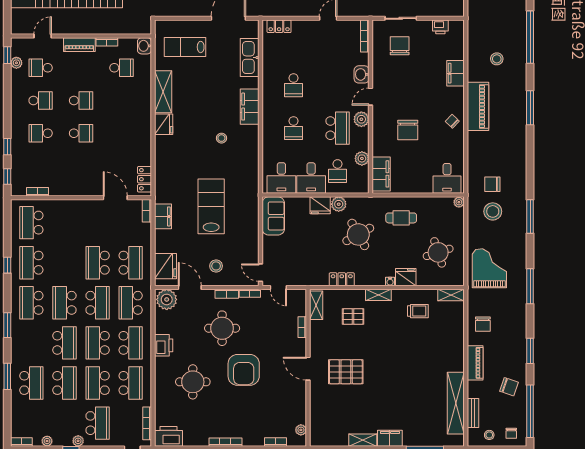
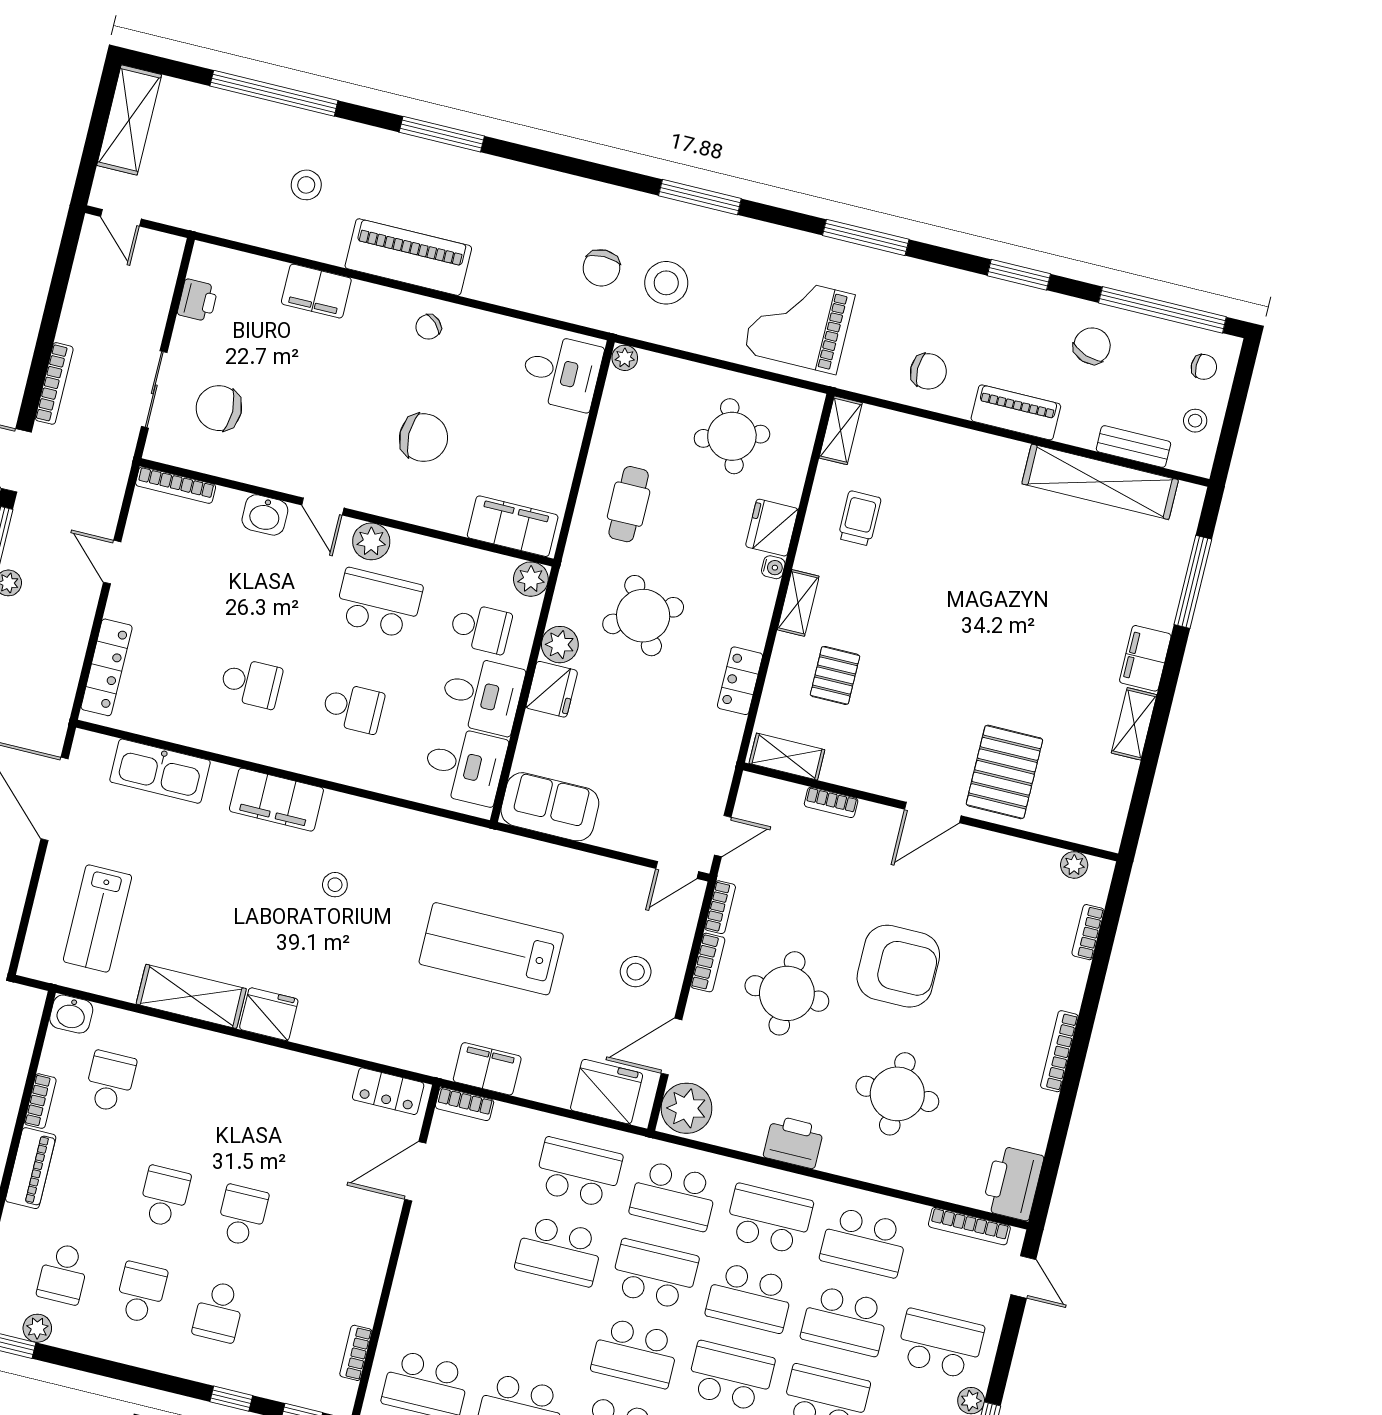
locker: (279, 26) -> (107, 667), width x1.53
plant: (362, 158) -> (531, 579), moved
pallet: (346, 372) -> (1004, 772), moved
school desk: (131, 383) -> (864, 1242), turned 180

